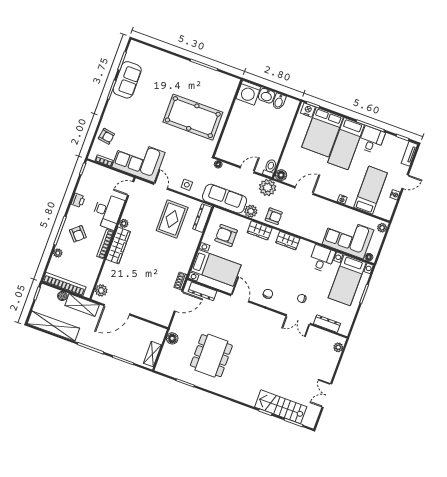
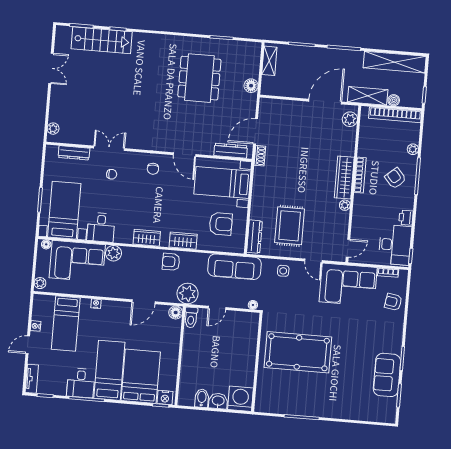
desk: (108, 211) -> (395, 245), moved, turned 180
plant: (251, 211) -> (114, 253), moved

